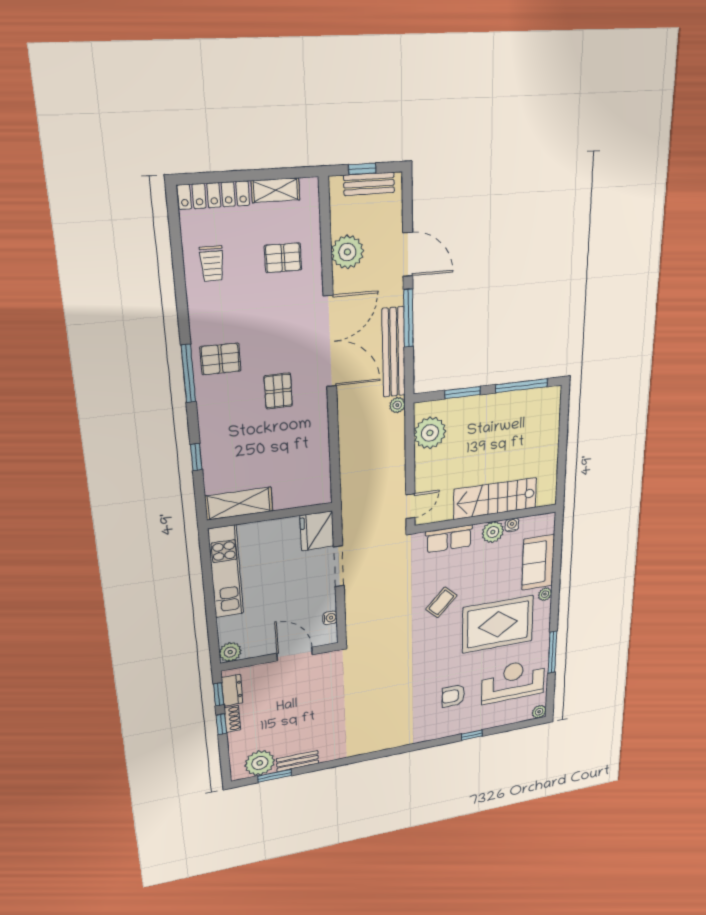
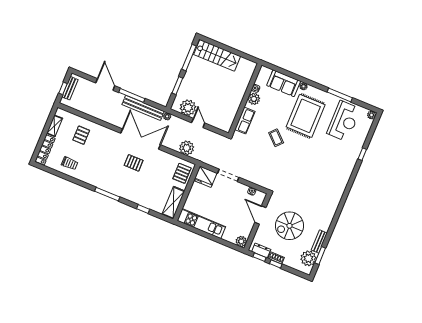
plant: (347, 252) -> (187, 148), moved
door: (408, 254) -> (105, 84), hinge flipped
double door: (330, 341) -> (141, 139), moved
pallet: (220, 359) -> (182, 173), moved
stairs: (495, 499) -> (217, 55), moved, turned -90
door: (410, 506) -> (198, 123), moved
door: (295, 654) -> (260, 215), hinge flipped
reception desk: (513, 681) -> (344, 121), turned 180
armchair: (453, 696) -> (332, 154), removed
spiral stairs: (300, 706) -> (289, 226), added

